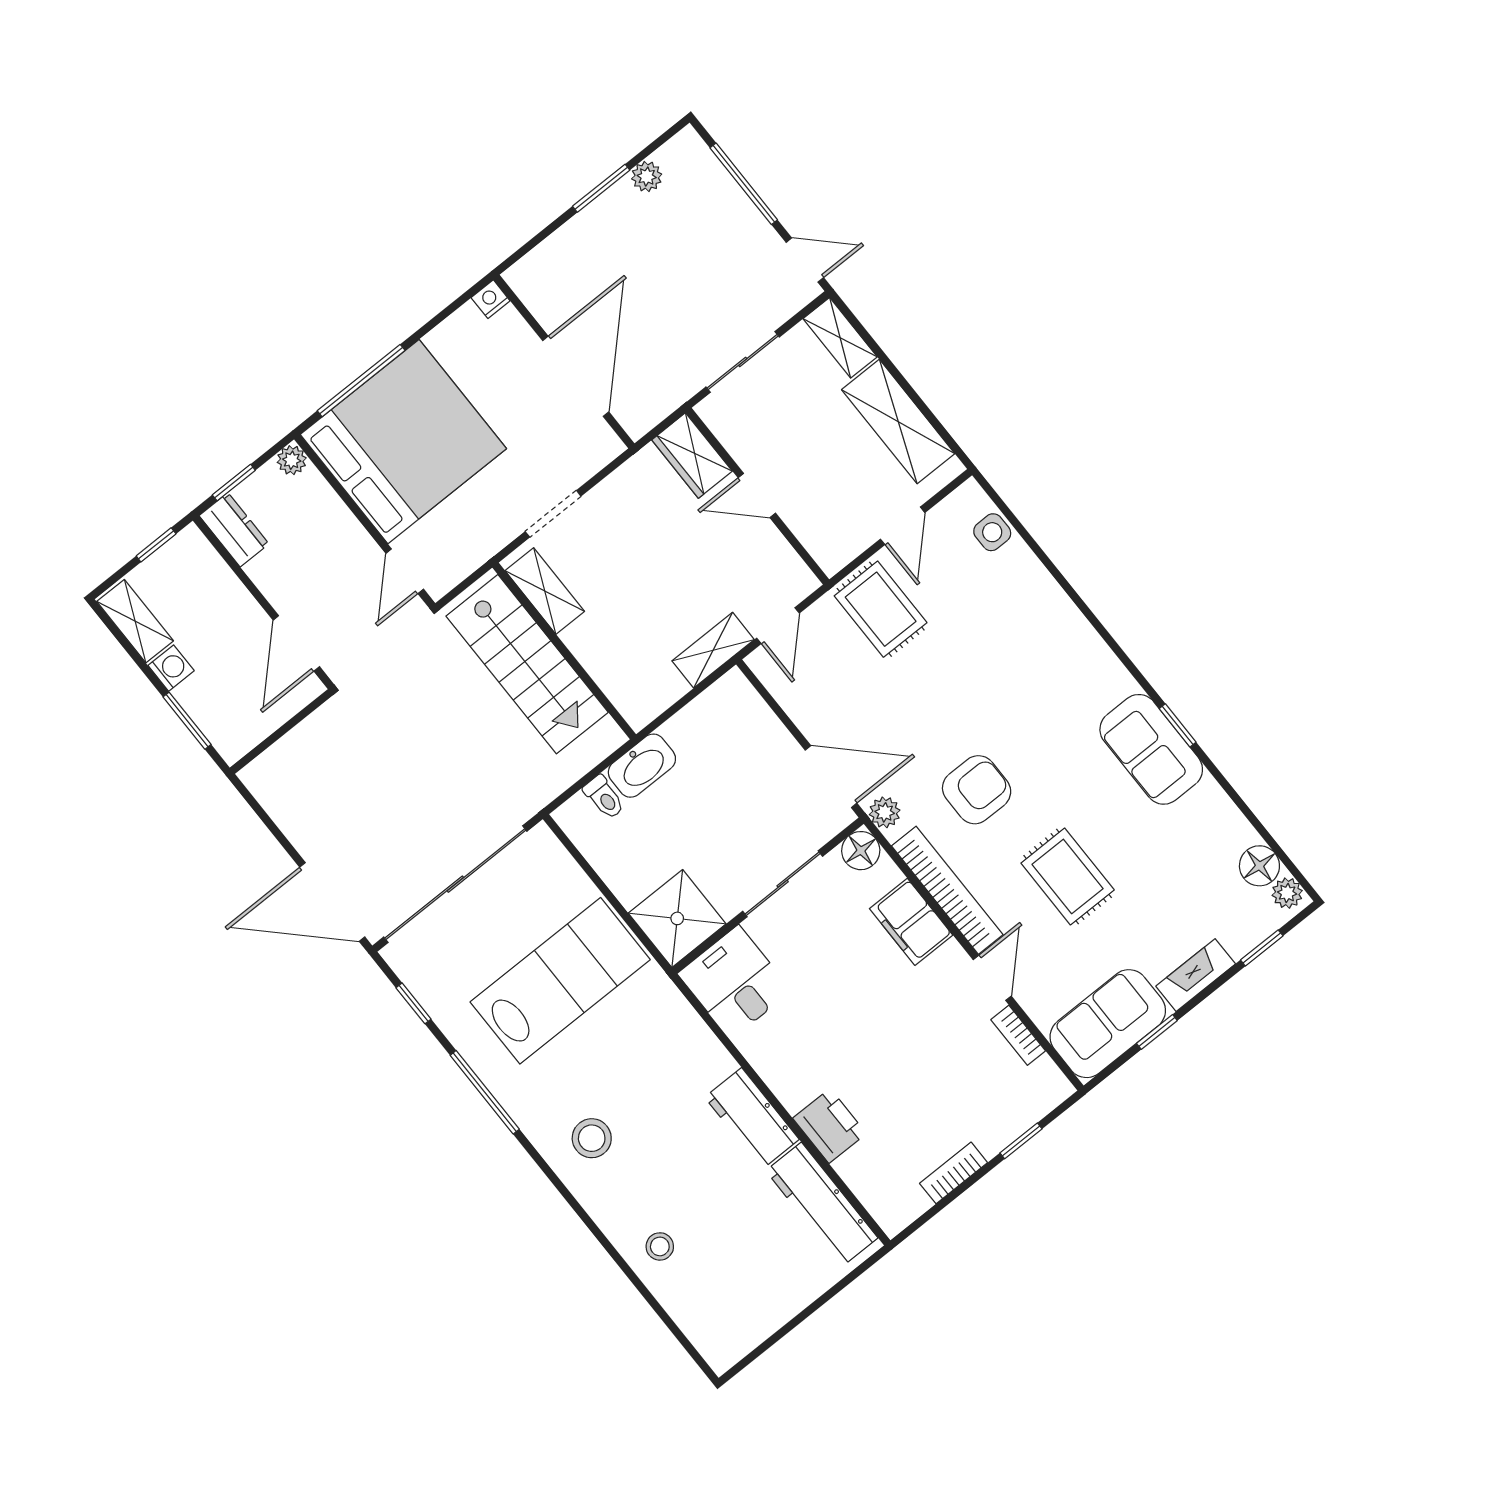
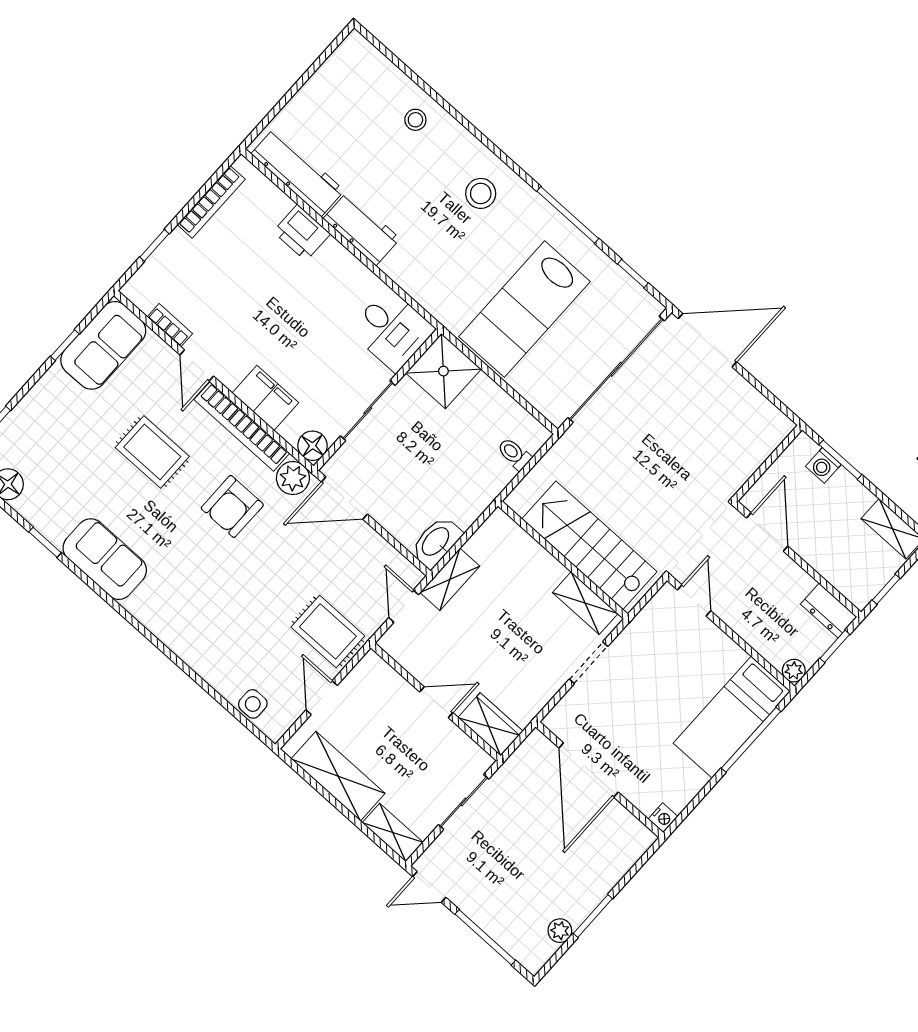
bed: (403, 442) -> (732, 717), width x0.49
washing machine: (171, 668) -> (823, 465), moved
window: (1178, 725) -> (45, 542), moved
washbasin: (642, 766) -> (436, 542), moved
plant: (885, 812) -> (293, 478), width x1.38, depth x1.38
fireplace: (1196, 975) -> (43, 393), removed
bookcase: (954, 1173) -> (211, 202), width x1.56

